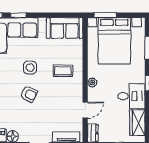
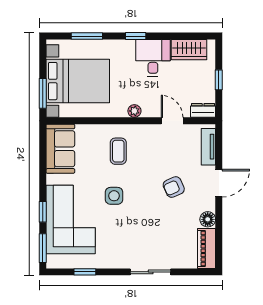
armchair: (29, 94) -> (174, 187), moved, turned -139

